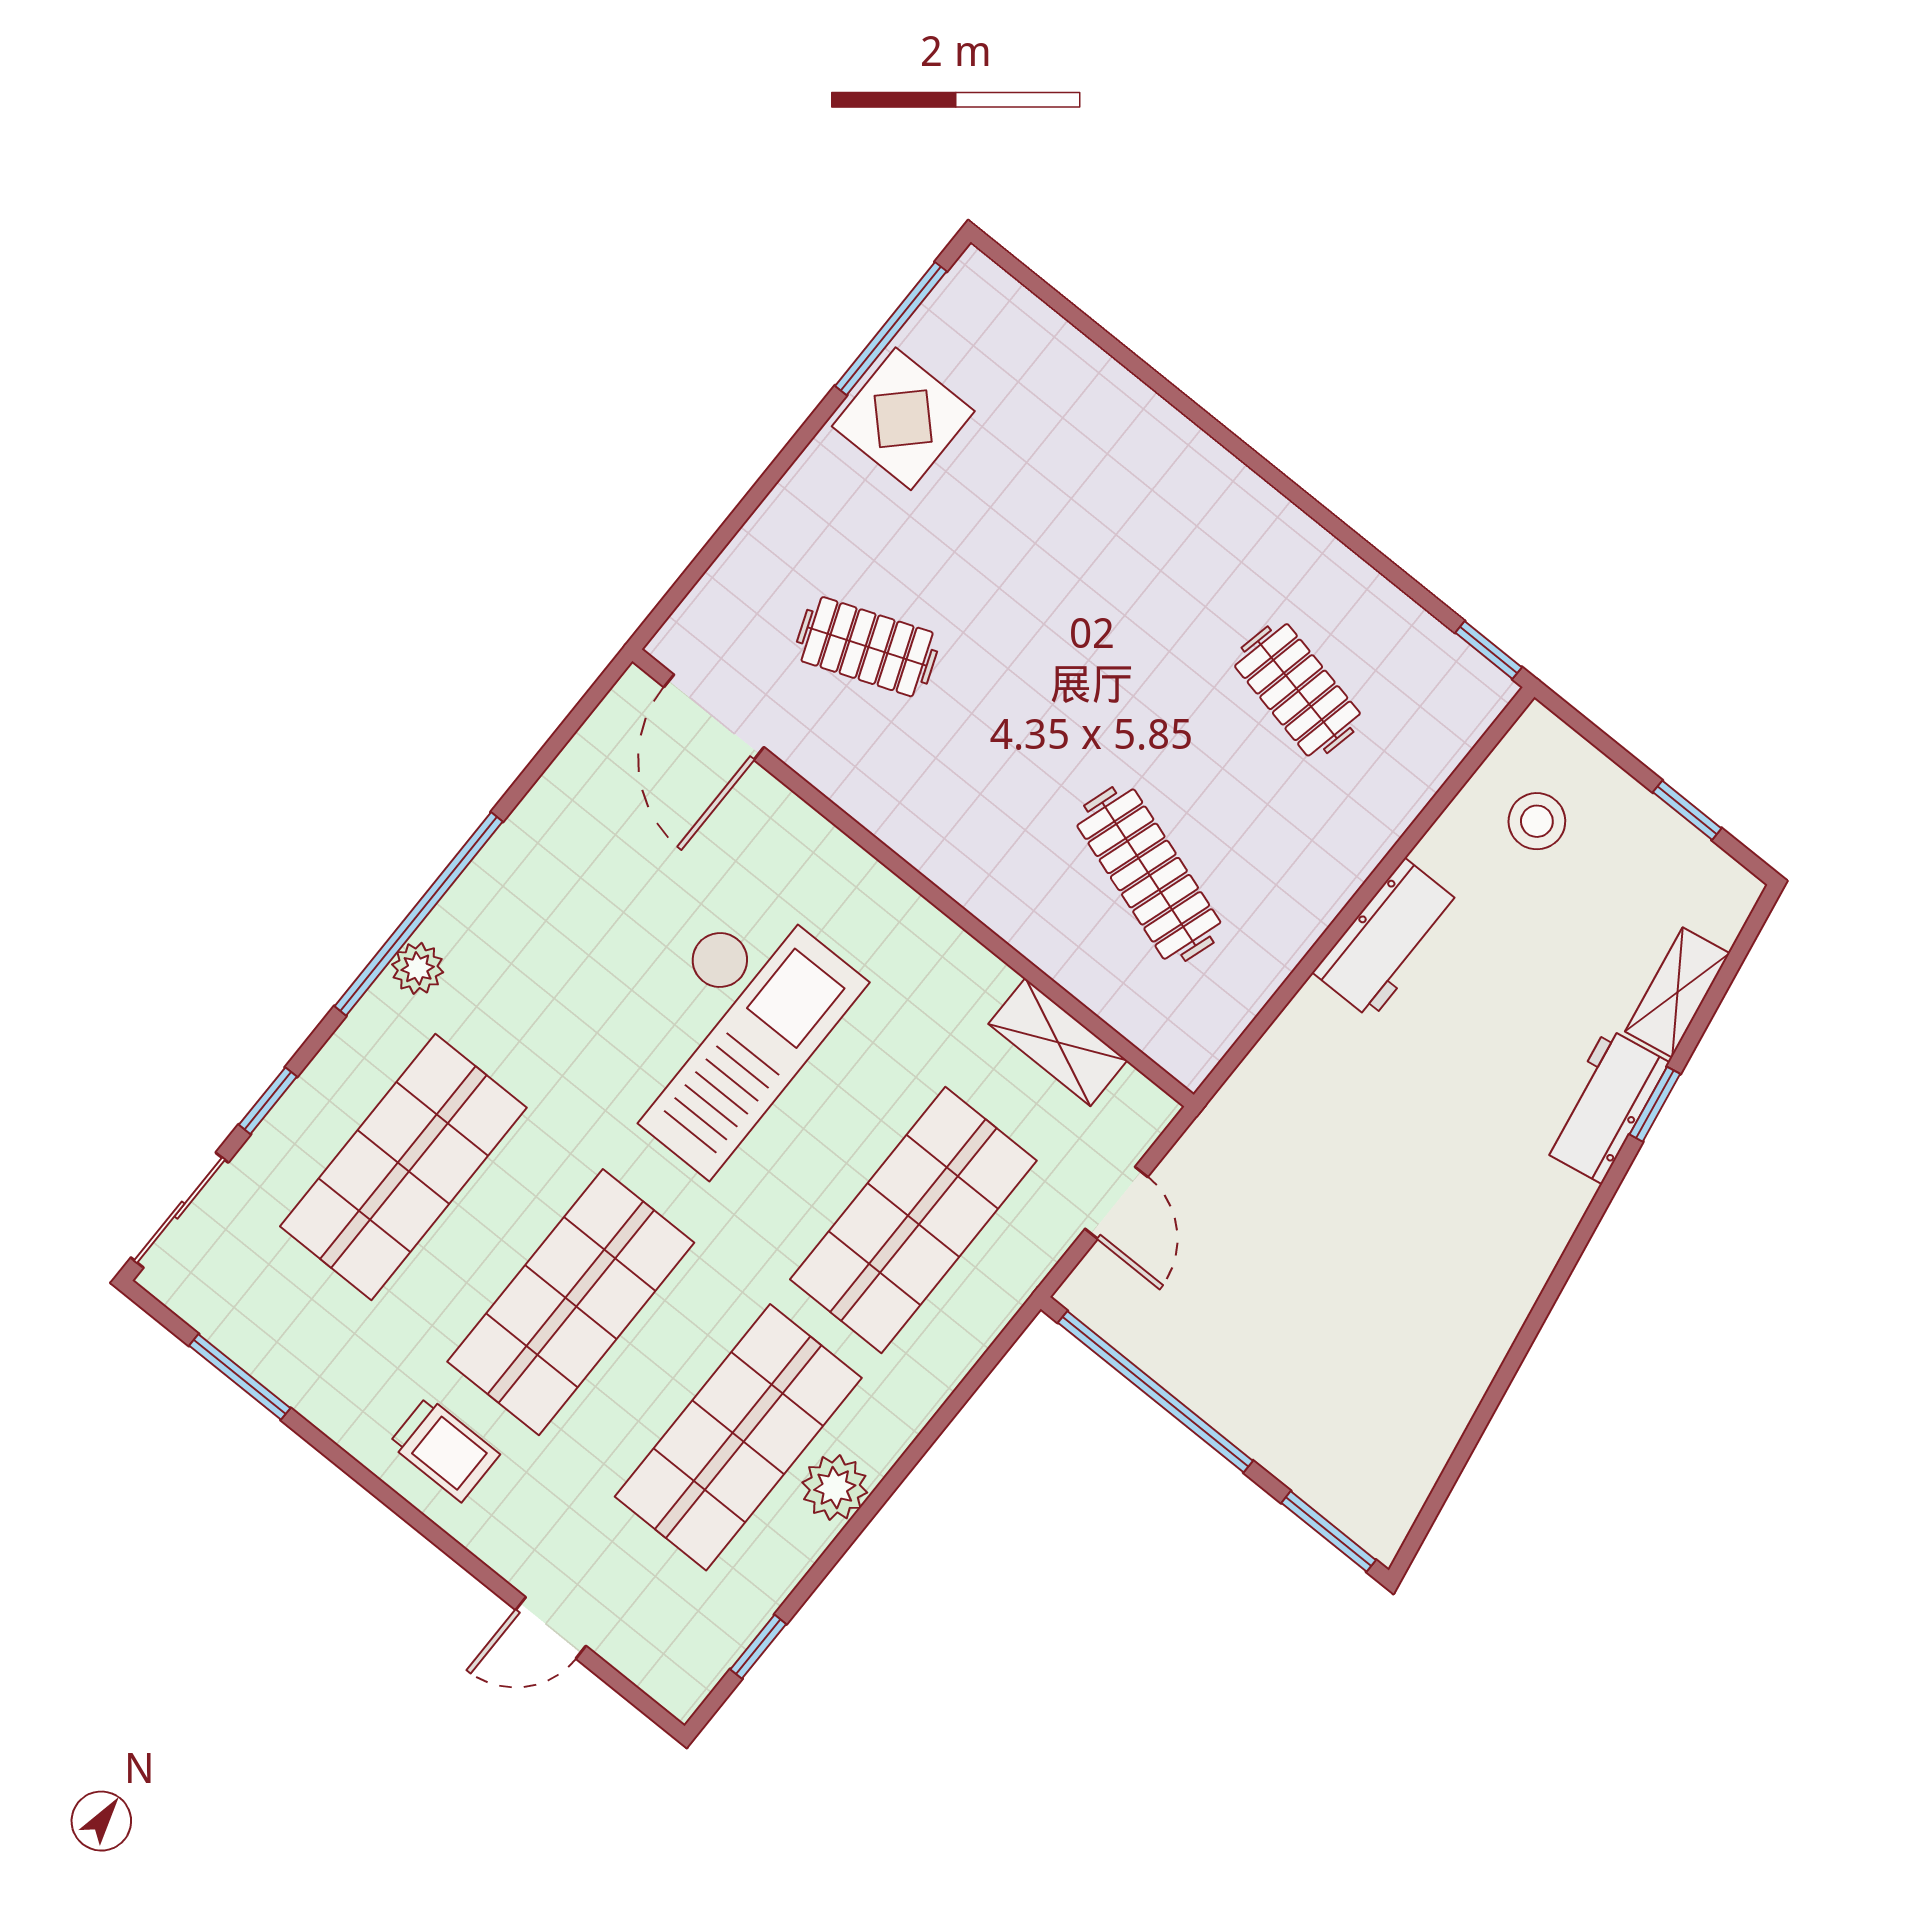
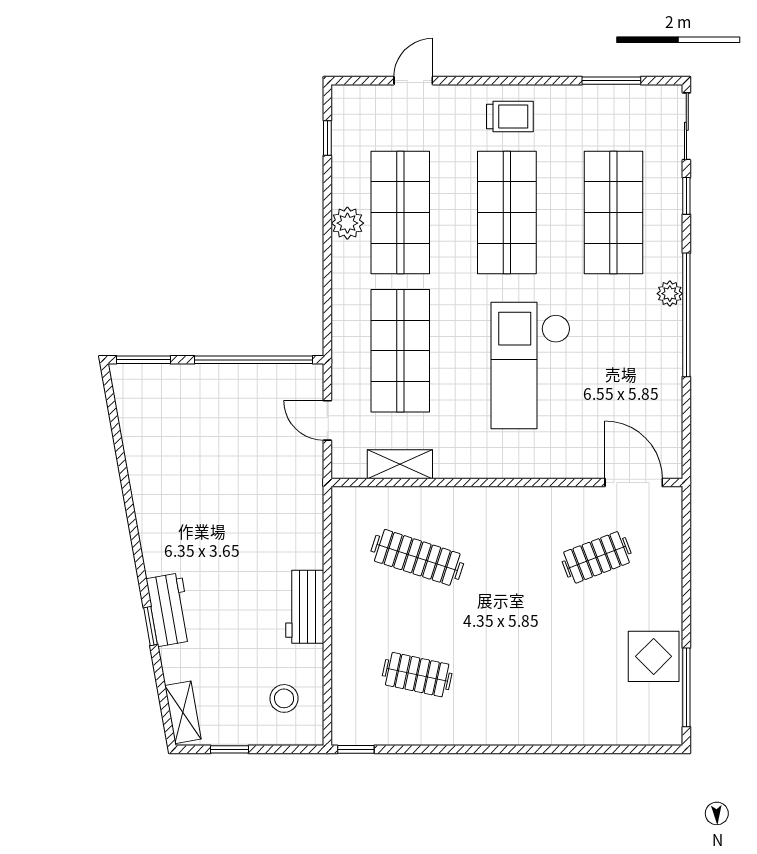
shelving: (1677, 992) -> (183, 712), moved
trolley: (444, 1449) -> (510, 116), turned 180

